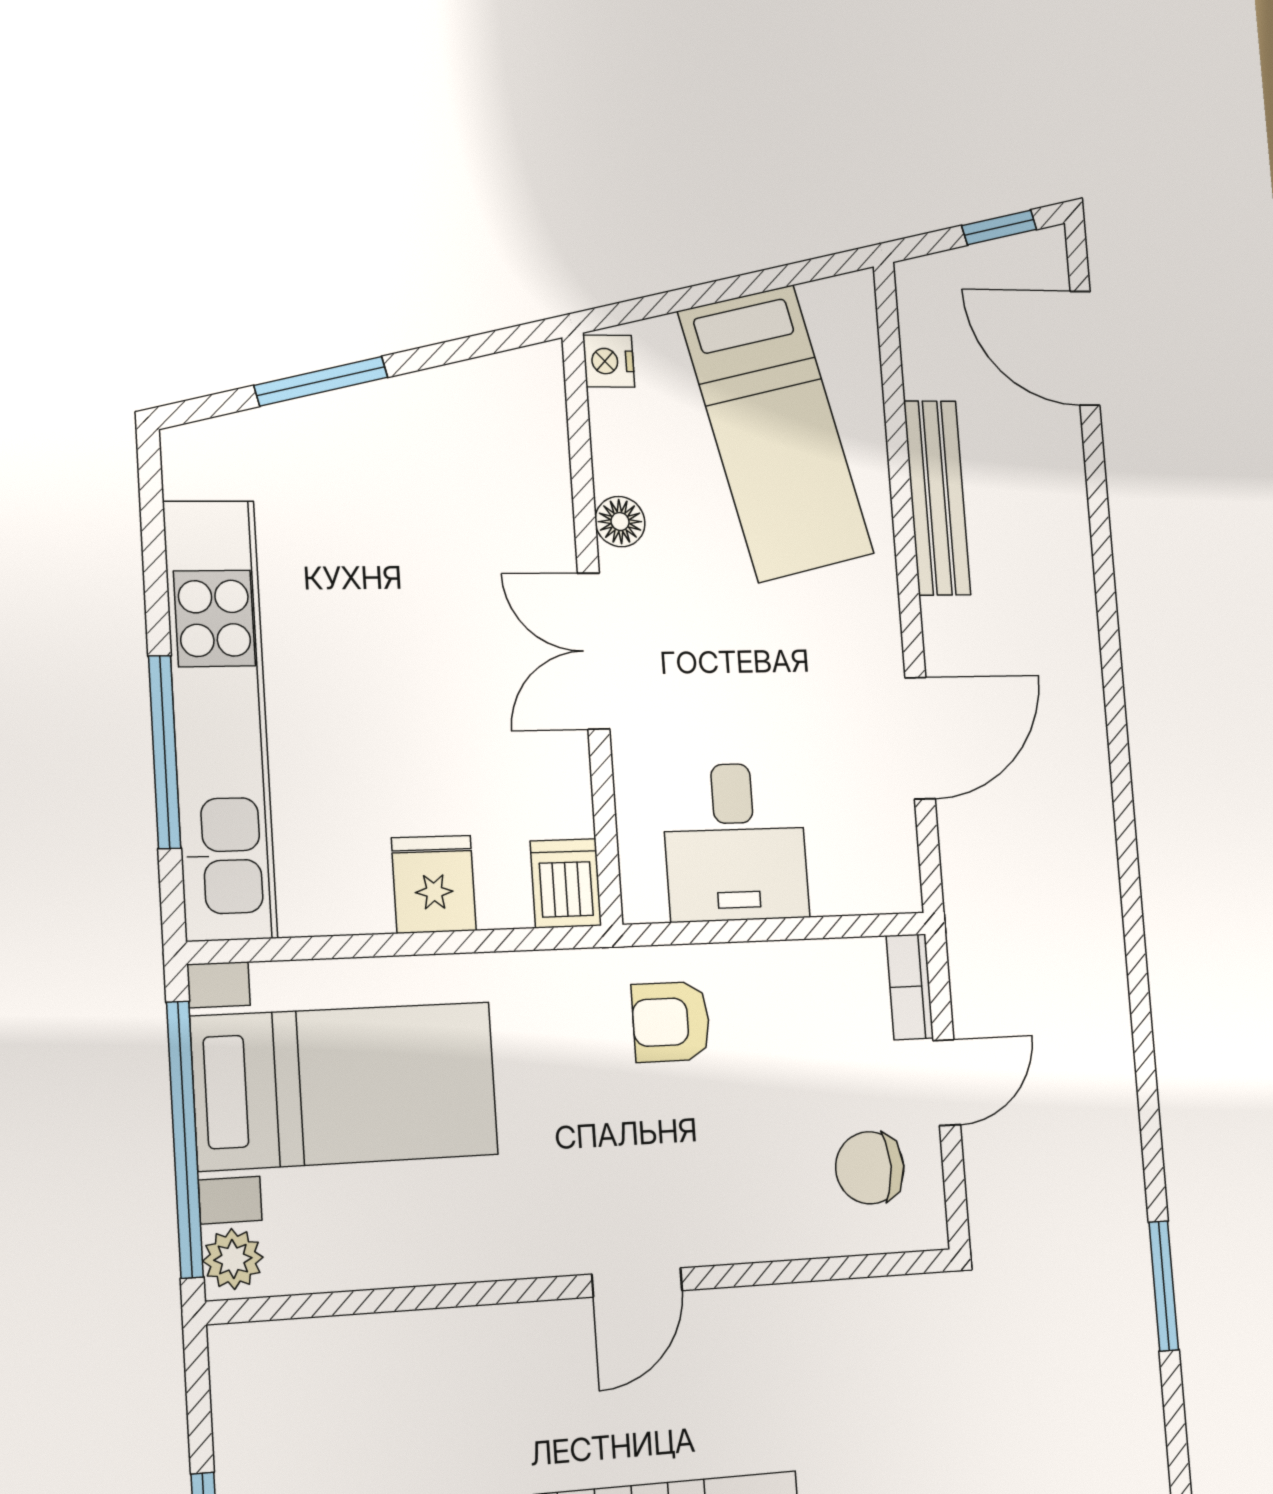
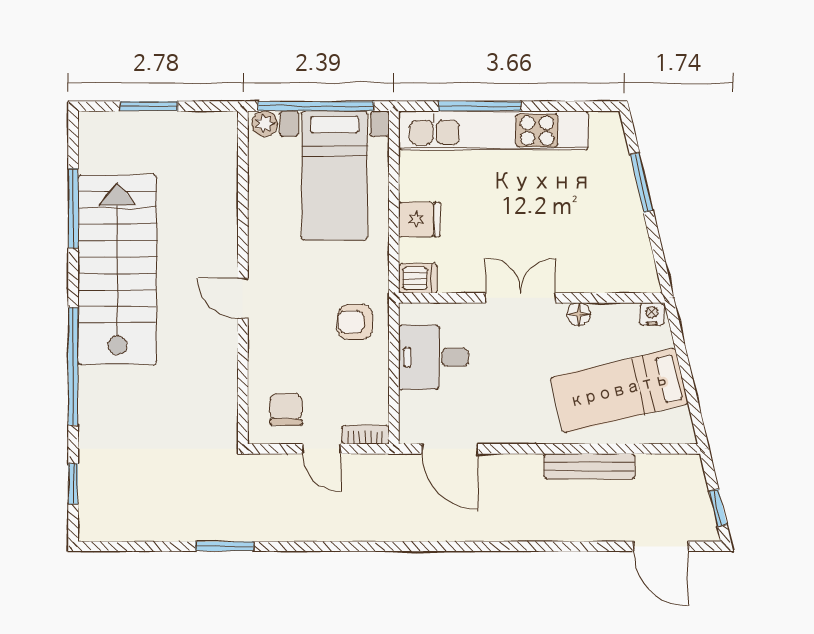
door: (1085, 348) -> (661, 546), swing flipped
door: (920, 738) -> (450, 449), moved
armchair: (671, 1022) -> (355, 322), turned -90

